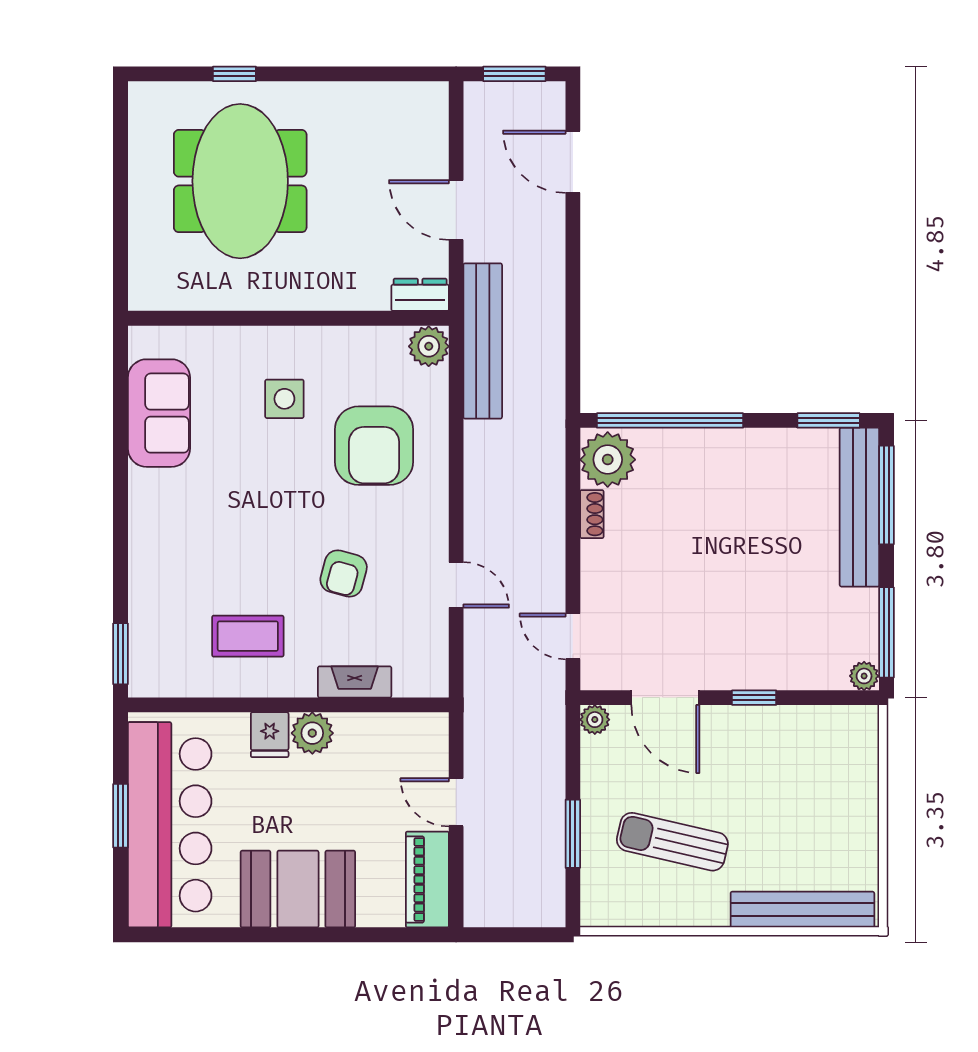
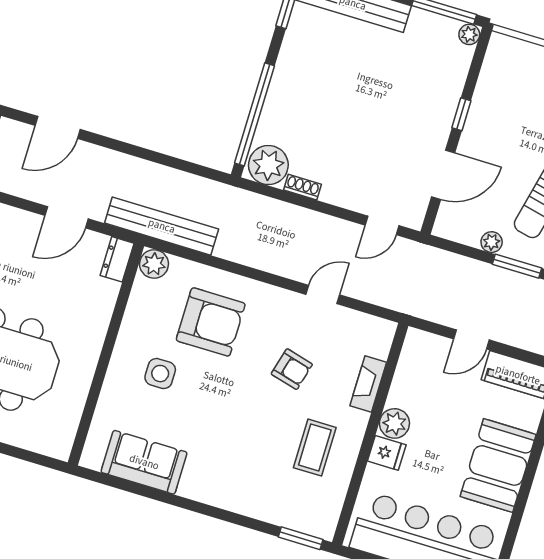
plant: (595, 720) -> (492, 242), moved

